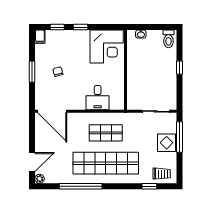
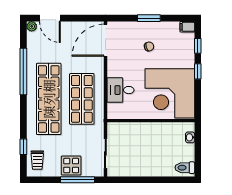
corner desk: (107, 47) -> (170, 93), width x1.36, depth x1.36
window: (180, 68) -> (153, 180), removed
shop shelf: (106, 133) -> (82, 99), width x1.43, depth x1.36

